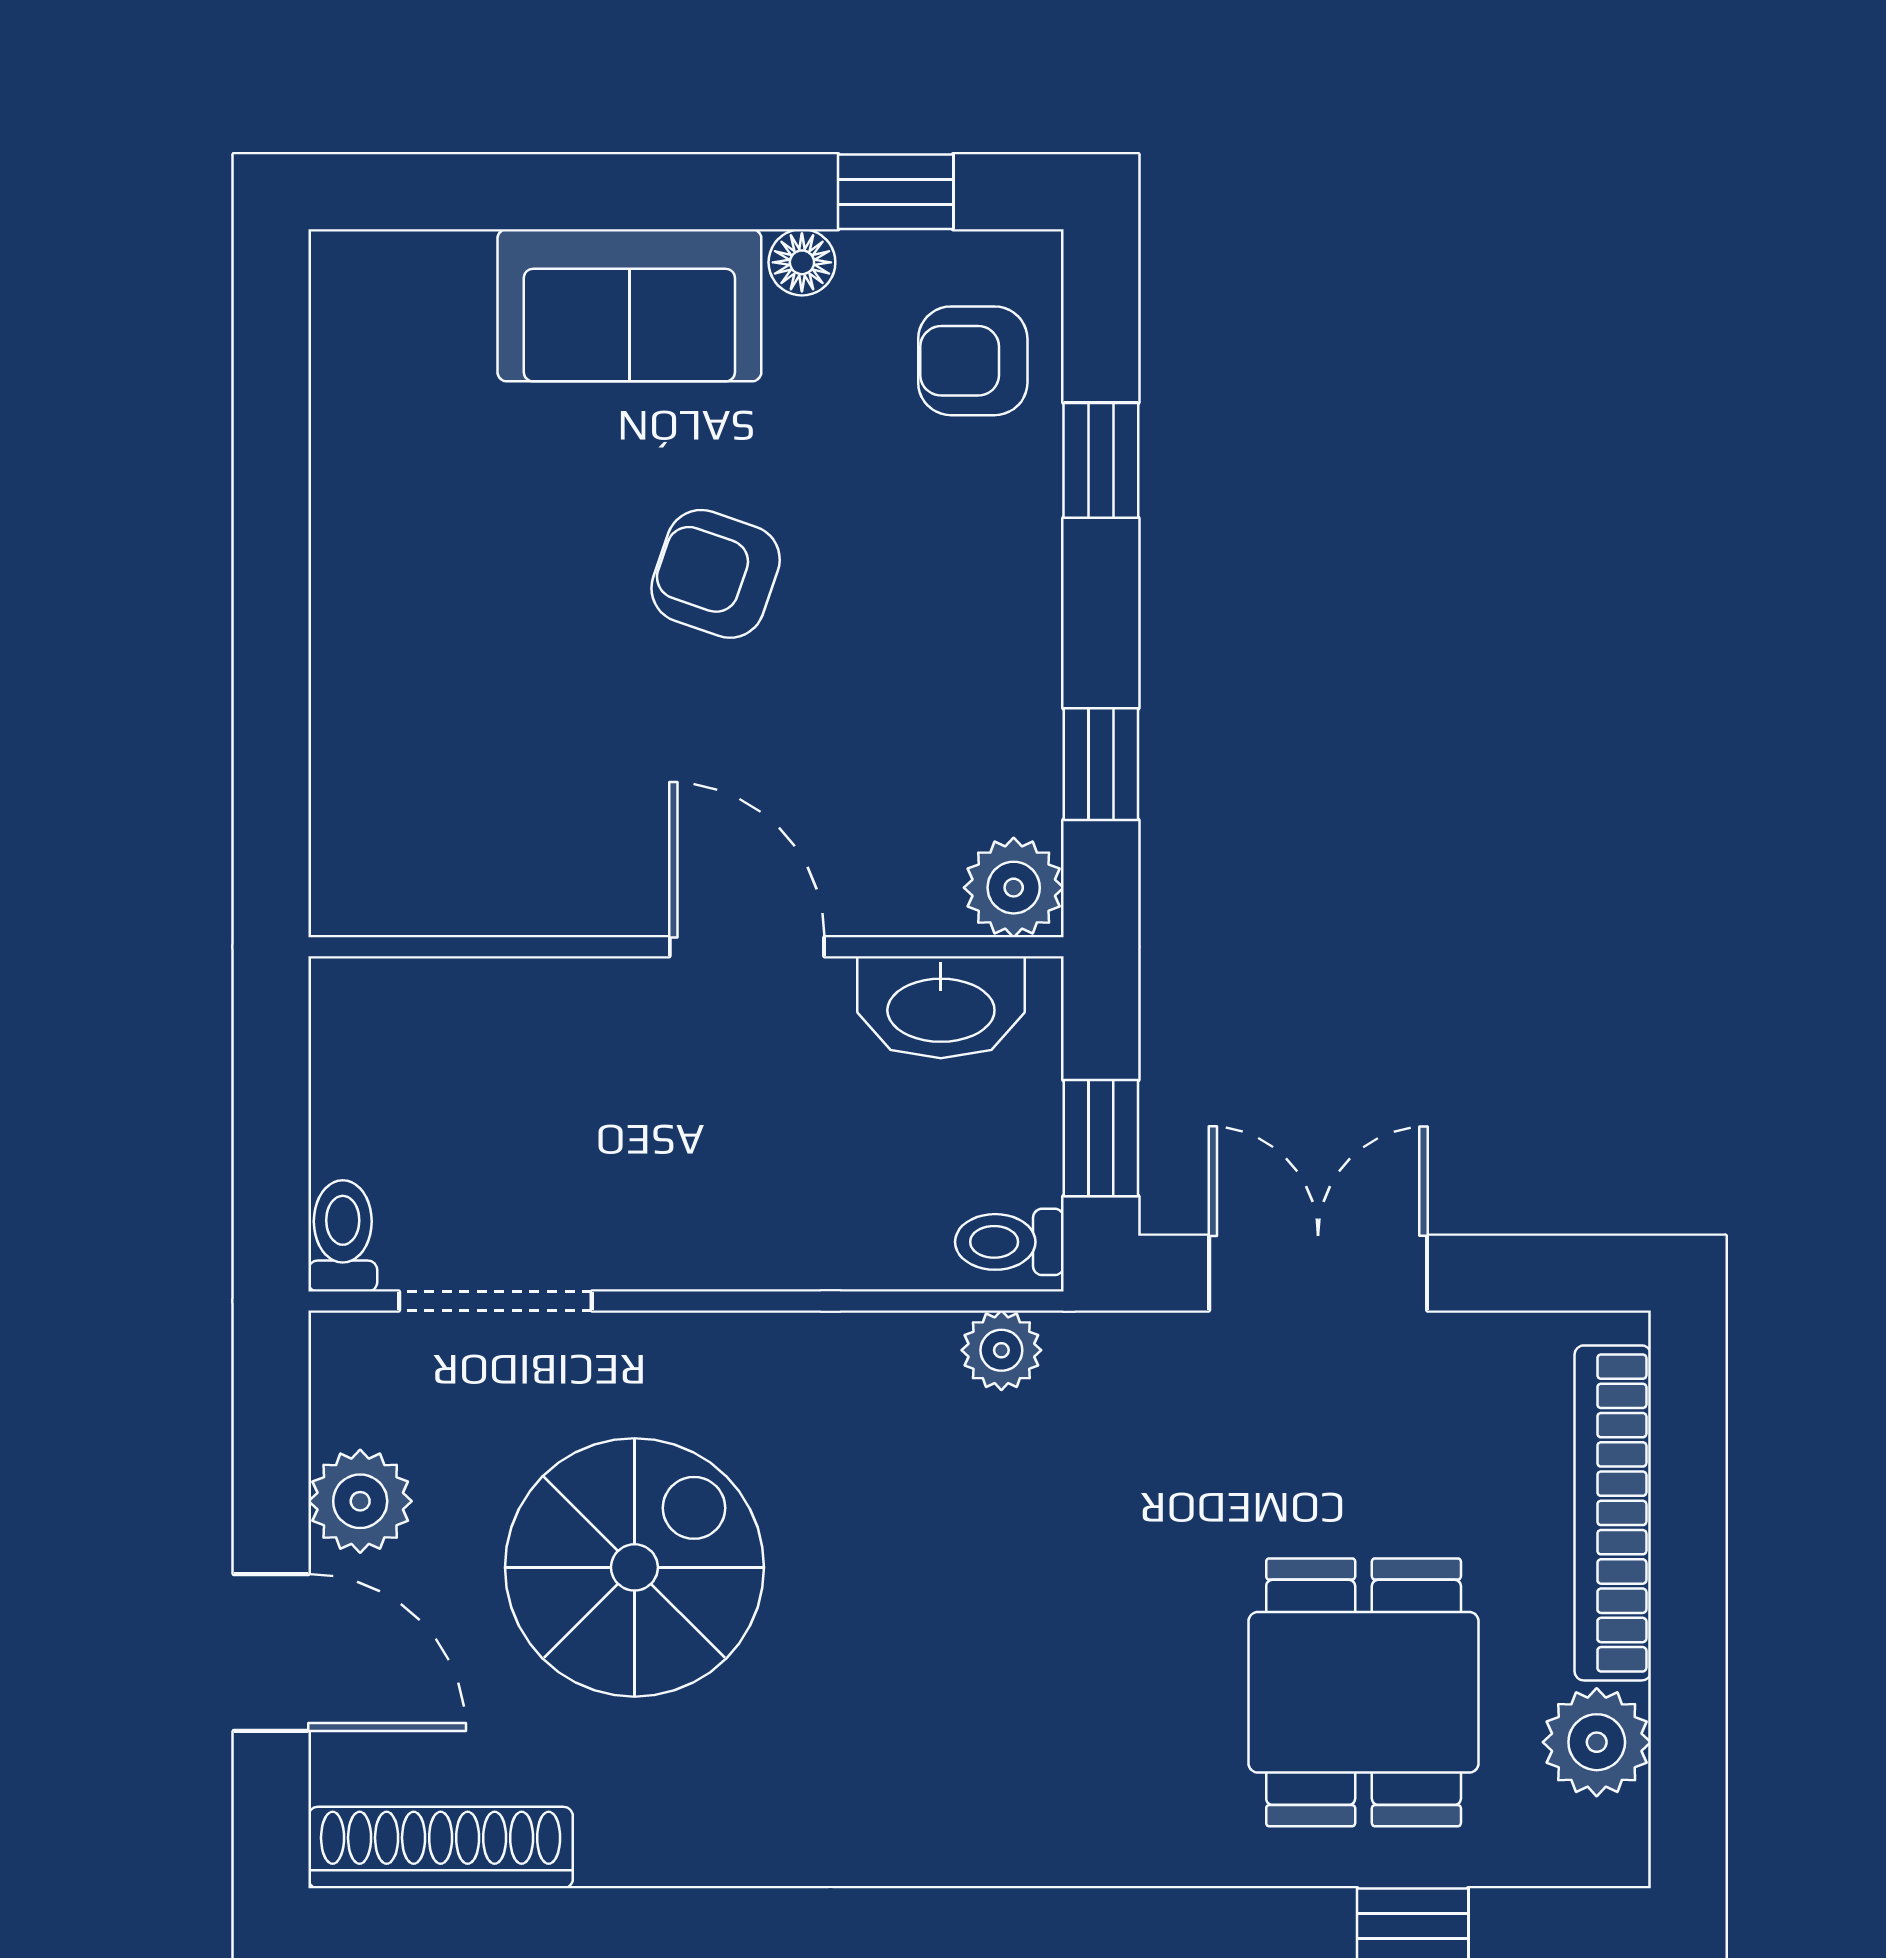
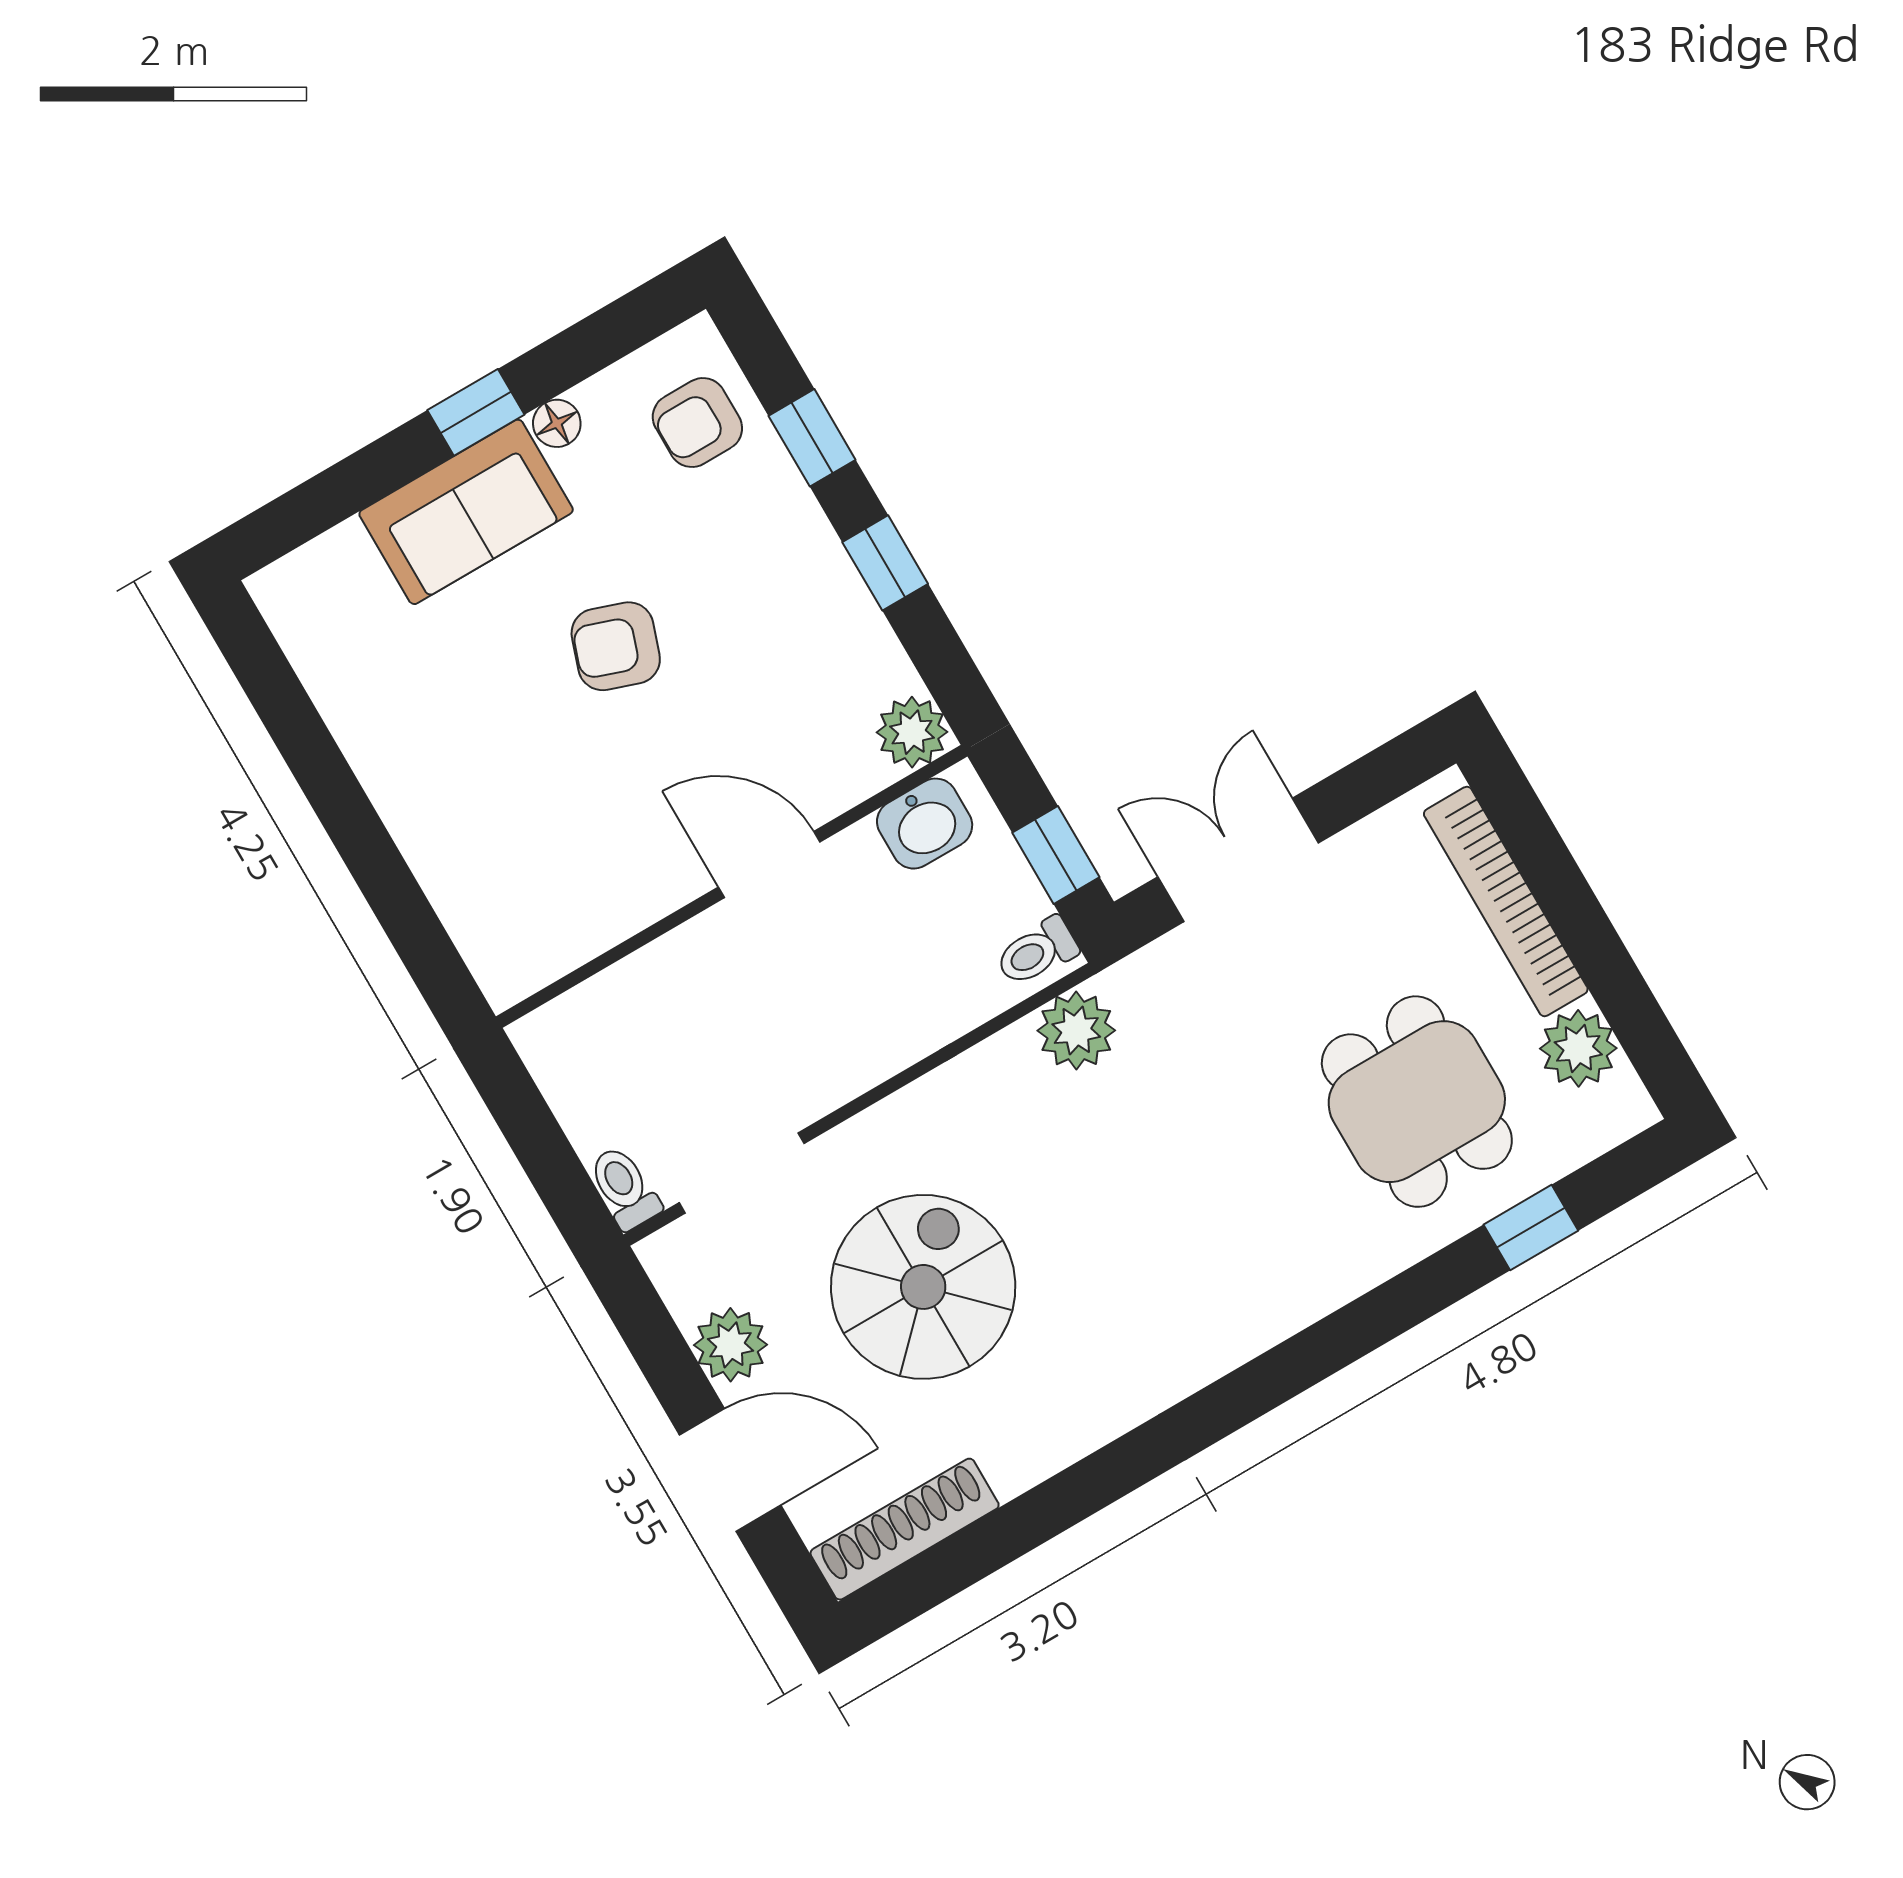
window: (896, 192) -> (476, 412), moved
window: (1101, 764) -> (885, 563), moved
washbasin: (941, 1007) -> (925, 824), width x0.72
plant: (1001, 1350) -> (1076, 1030), width x1.38, depth x1.38

